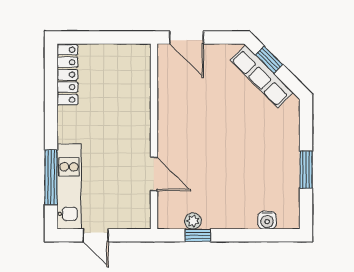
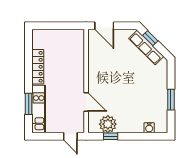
locker: (67, 75) -> (38, 67), moved
window: (51, 177) -> (29, 104), width x0.69
plant: (193, 221) -> (108, 124), width x1.87, depth x1.87
door: (96, 235) -> (70, 136), moved

